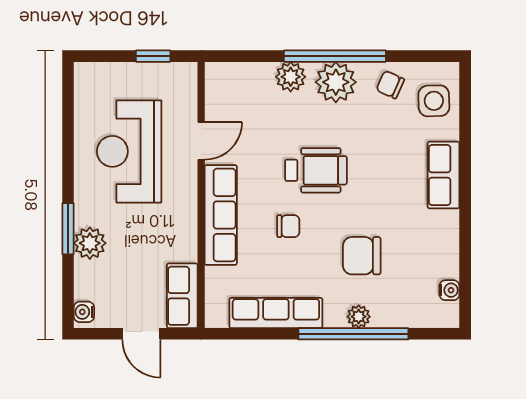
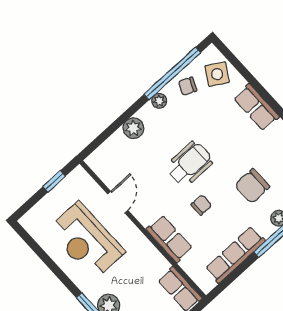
window: (335, 56) -> (172, 74), moved
plant: (336, 82) -> (159, 101), width x0.53, depth x0.53
side table: (434, 101) -> (217, 74), turned 33
row of seats: (221, 215) -> (169, 239), width x0.68

